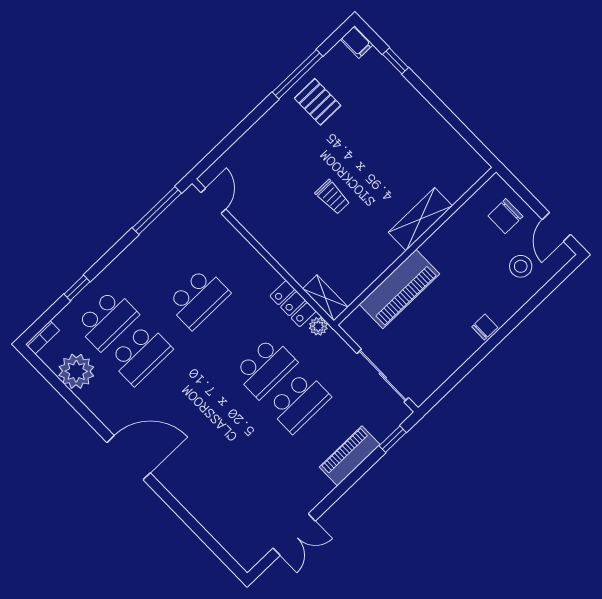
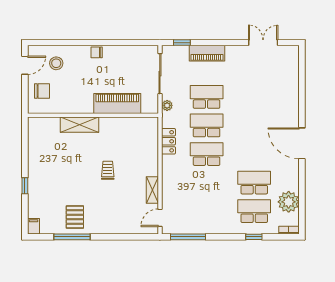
window: (396, 61) -> (25, 186), moved
school desk: (198, 298) -> (207, 154), moved
shelving: (325, 298) -> (152, 190), moved
plant: (318, 326) -> (167, 105), moved

